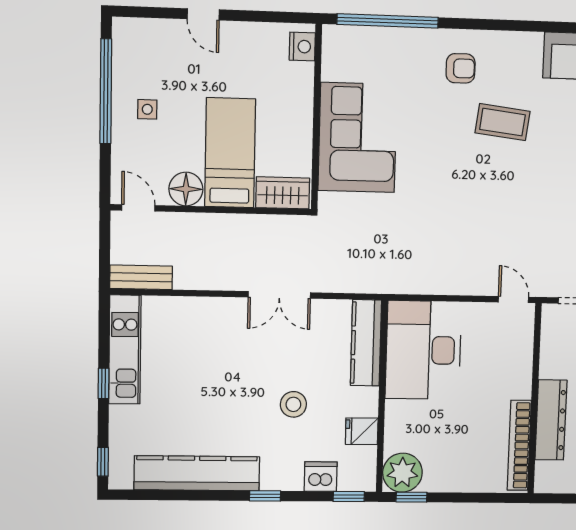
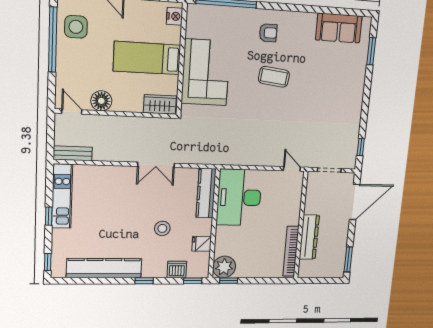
side table: (147, 109) -> (76, 27), moved, width x1.87, depth x1.87
coffee table: (502, 122) -> (274, 77), moved
bed: (230, 153) -> (147, 58), moved, turned -90

